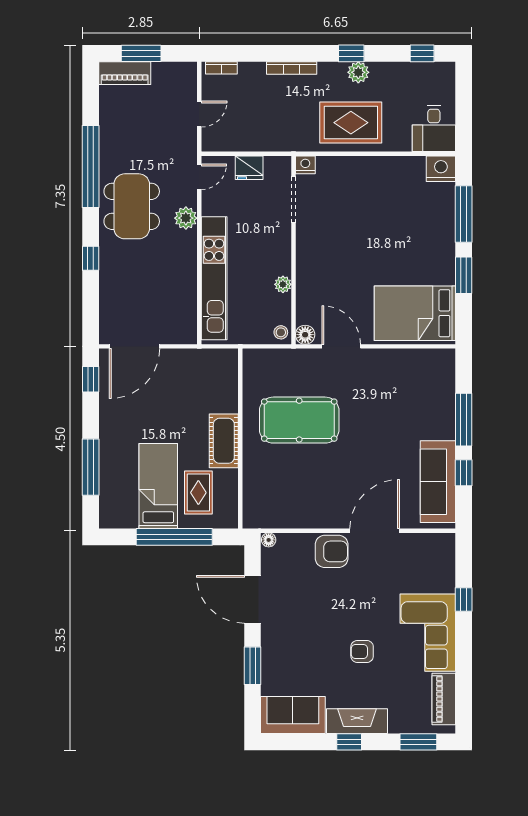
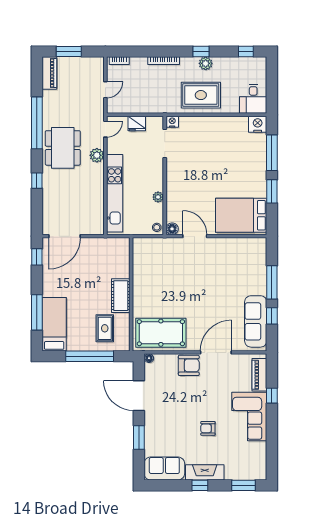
piano: (125, 73) -> (49, 73), moved, turned -90
pool table: (299, 420) -> (161, 333), moved
bed: (158, 486) -> (54, 324), moved
piano: (444, 699) -> (259, 375), moved

